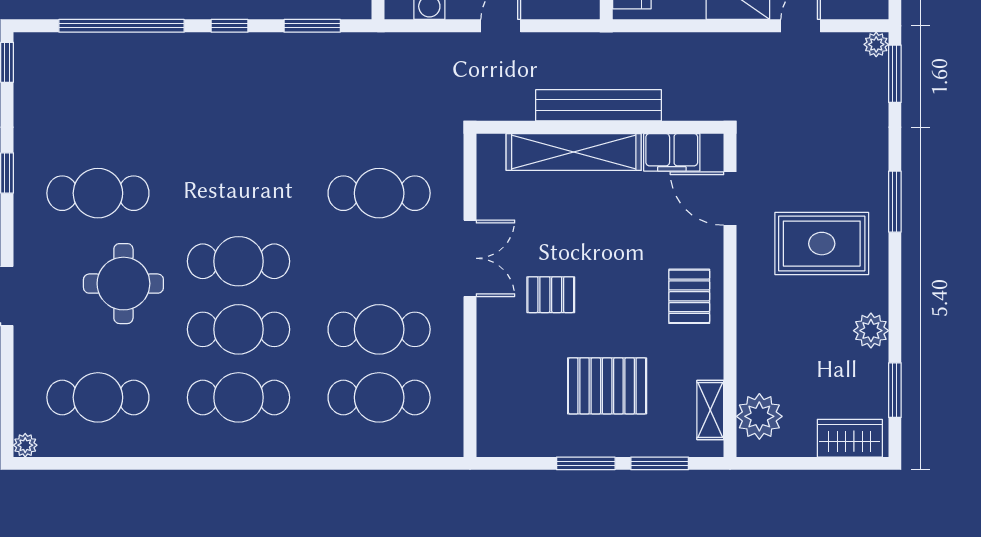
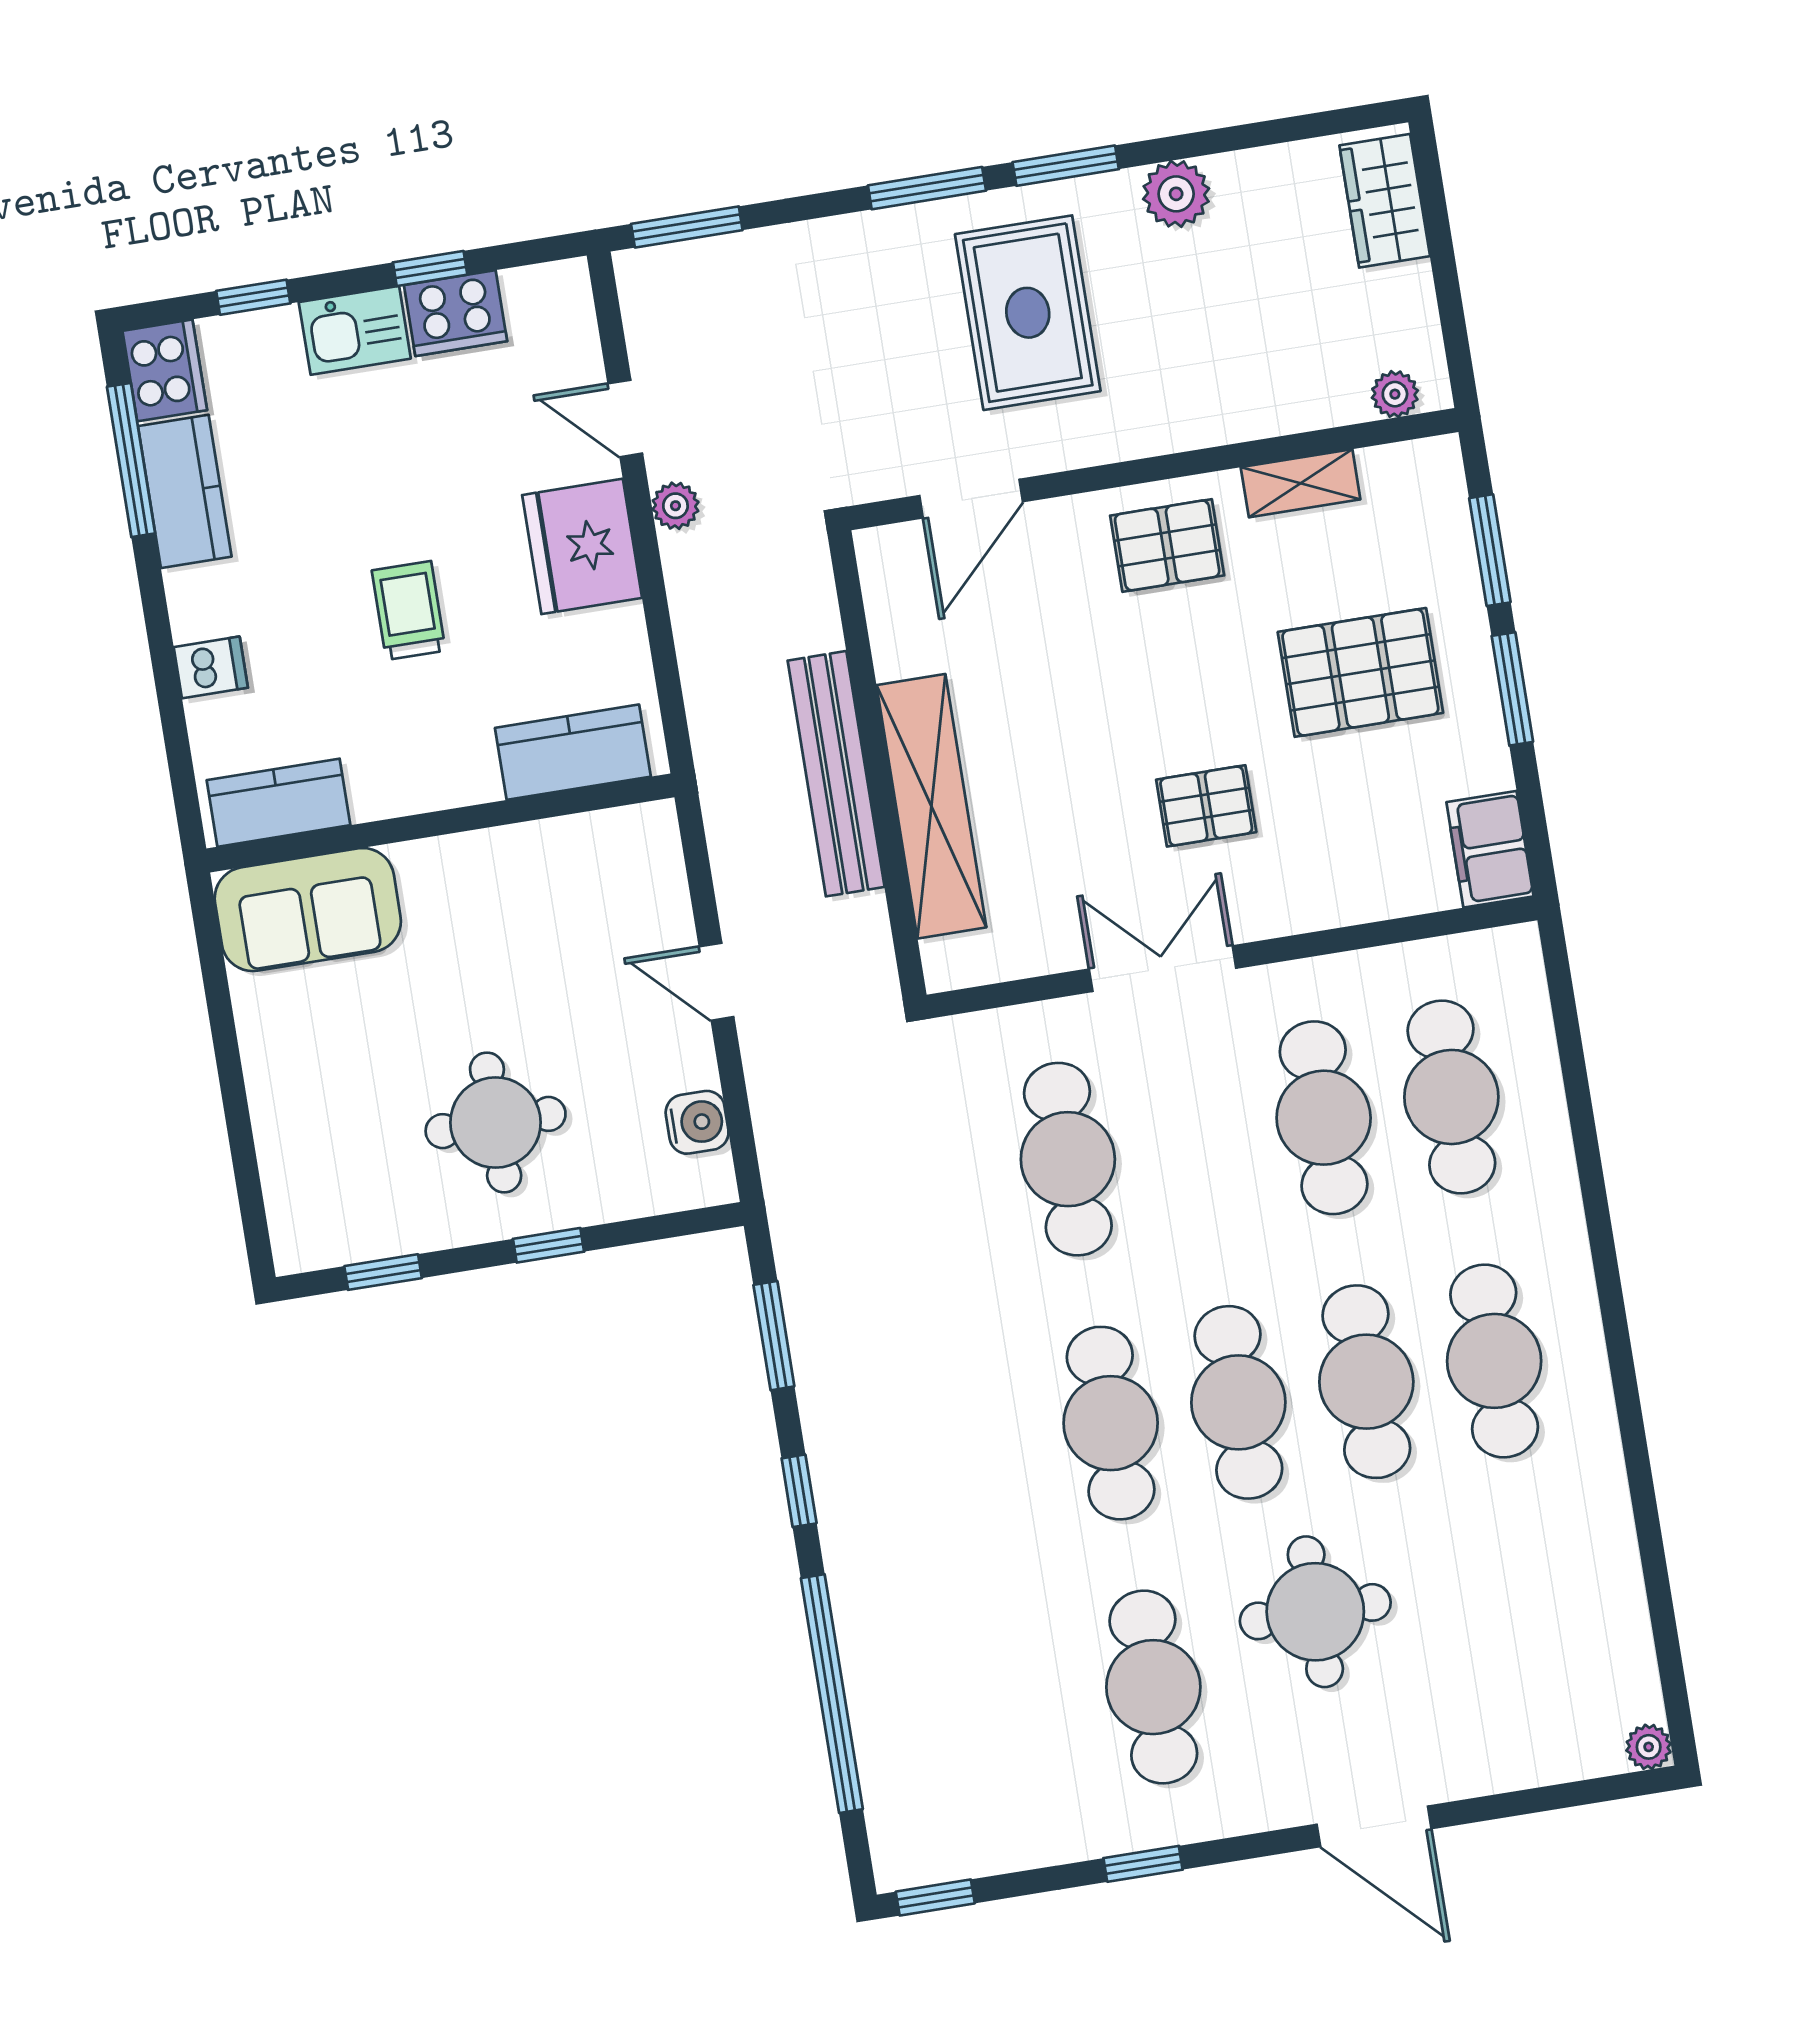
plant: (876, 44) -> (675, 506), moved
filing cabinet: (672, 152) -> (1490, 849), moved, turned 180
pallet: (551, 295) -> (1206, 806), turned 90
pallet: (607, 386) -> (1360, 672), turned 90
window: (895, 390) -> (1066, 166), moved
cafe table: (98, 397) -> (1111, 1423), moved
shelving: (710, 410) -> (1301, 483), moved
plant: (759, 416) -> (1395, 394), width x0.53, depth x0.53

